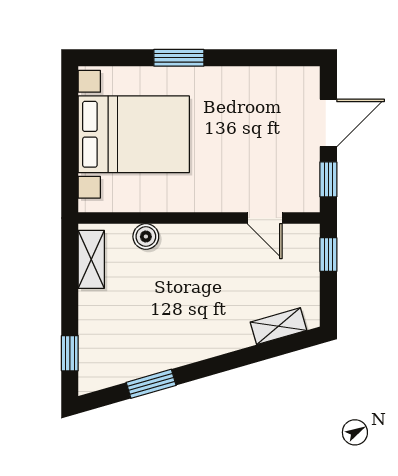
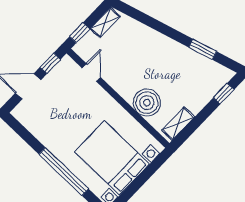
window: (179, 58) -> (64, 171), width x2.11
boiler: (146, 237) -> (147, 103), width x1.86, depth x1.86
shelving: (278, 326) -> (105, 23), moved, turned -74

